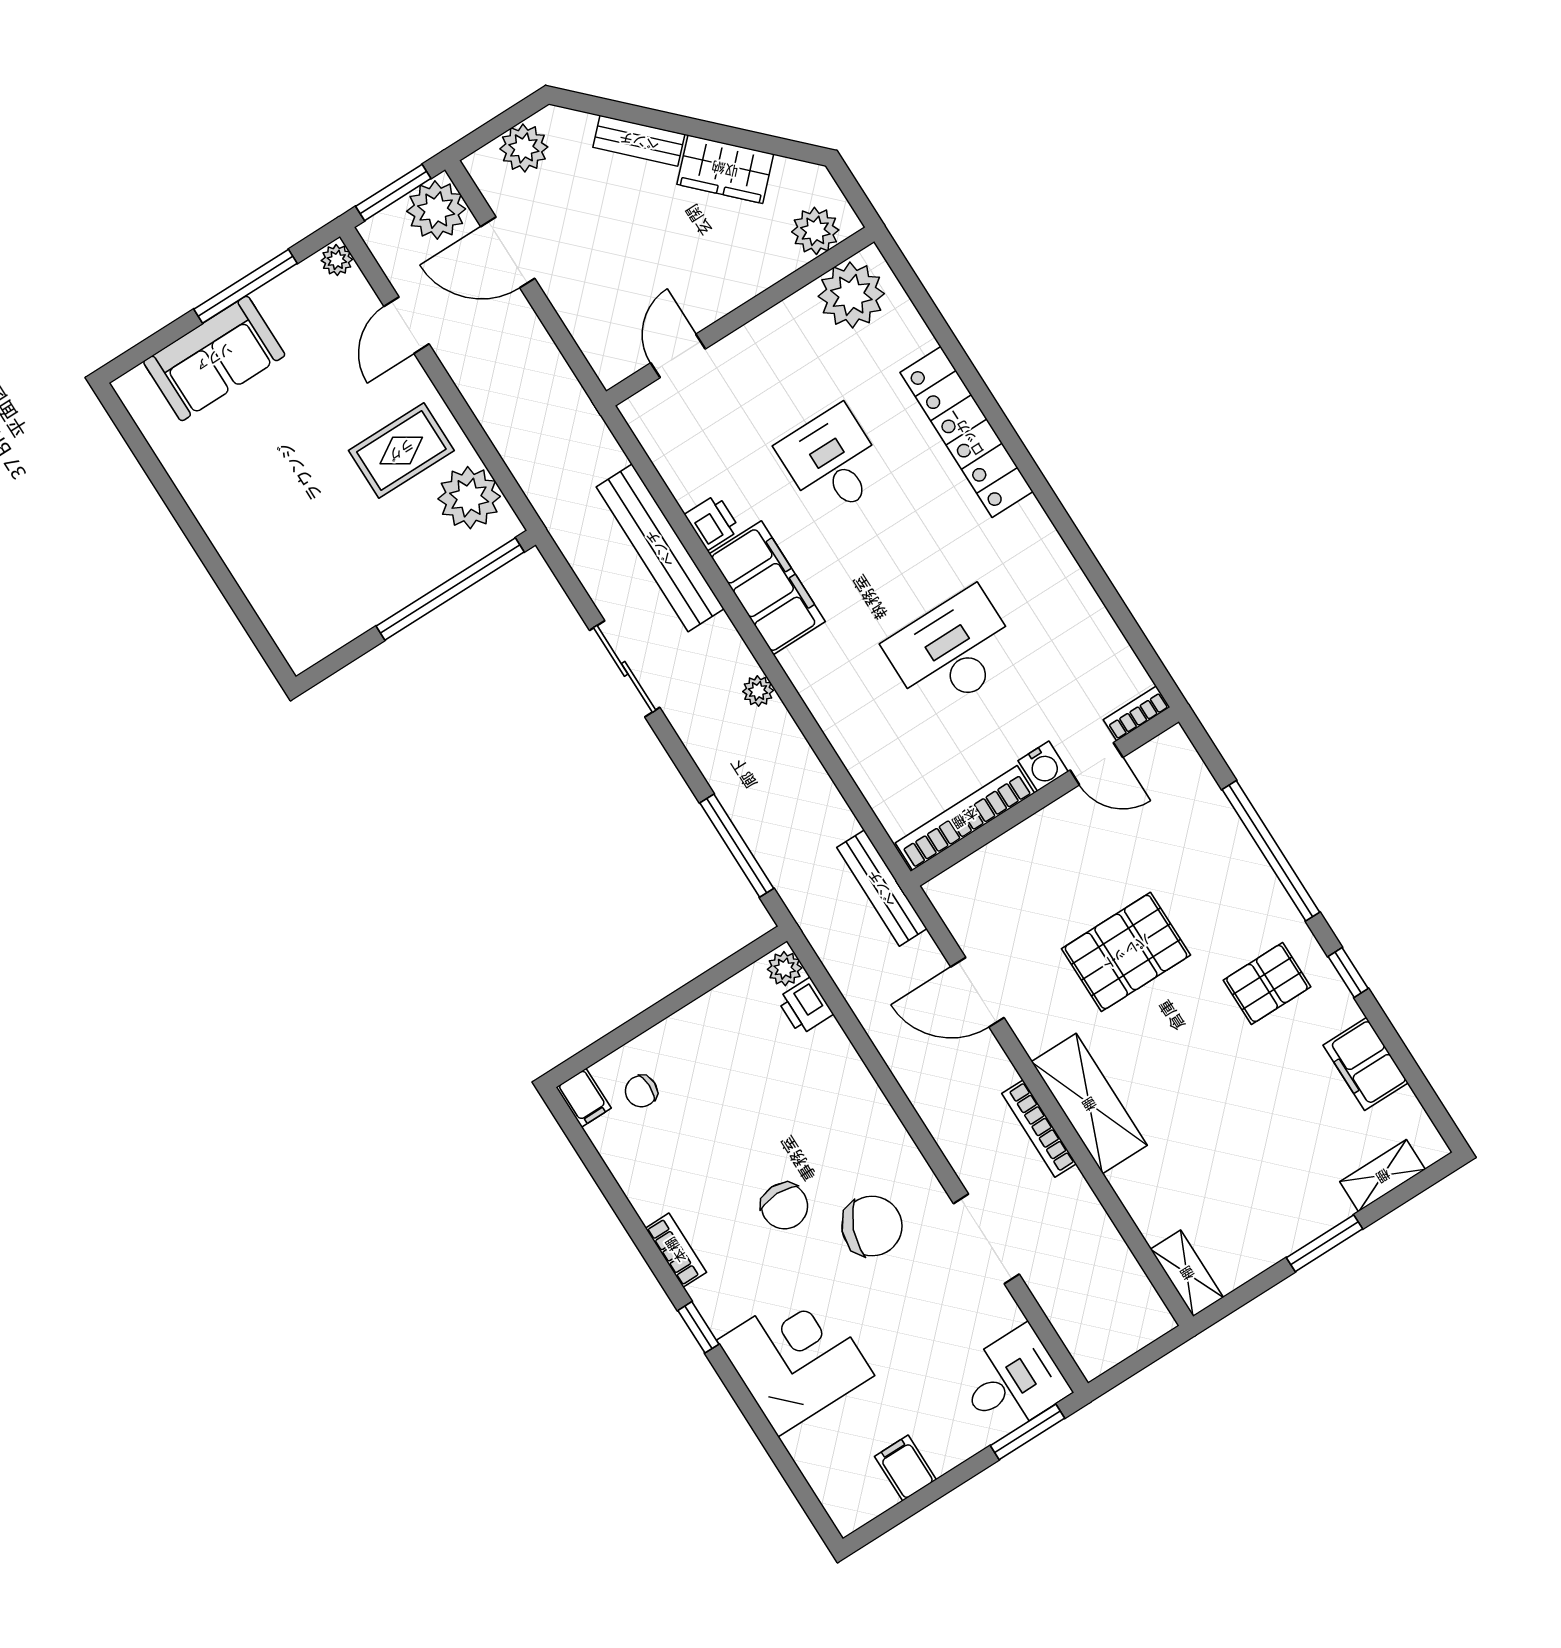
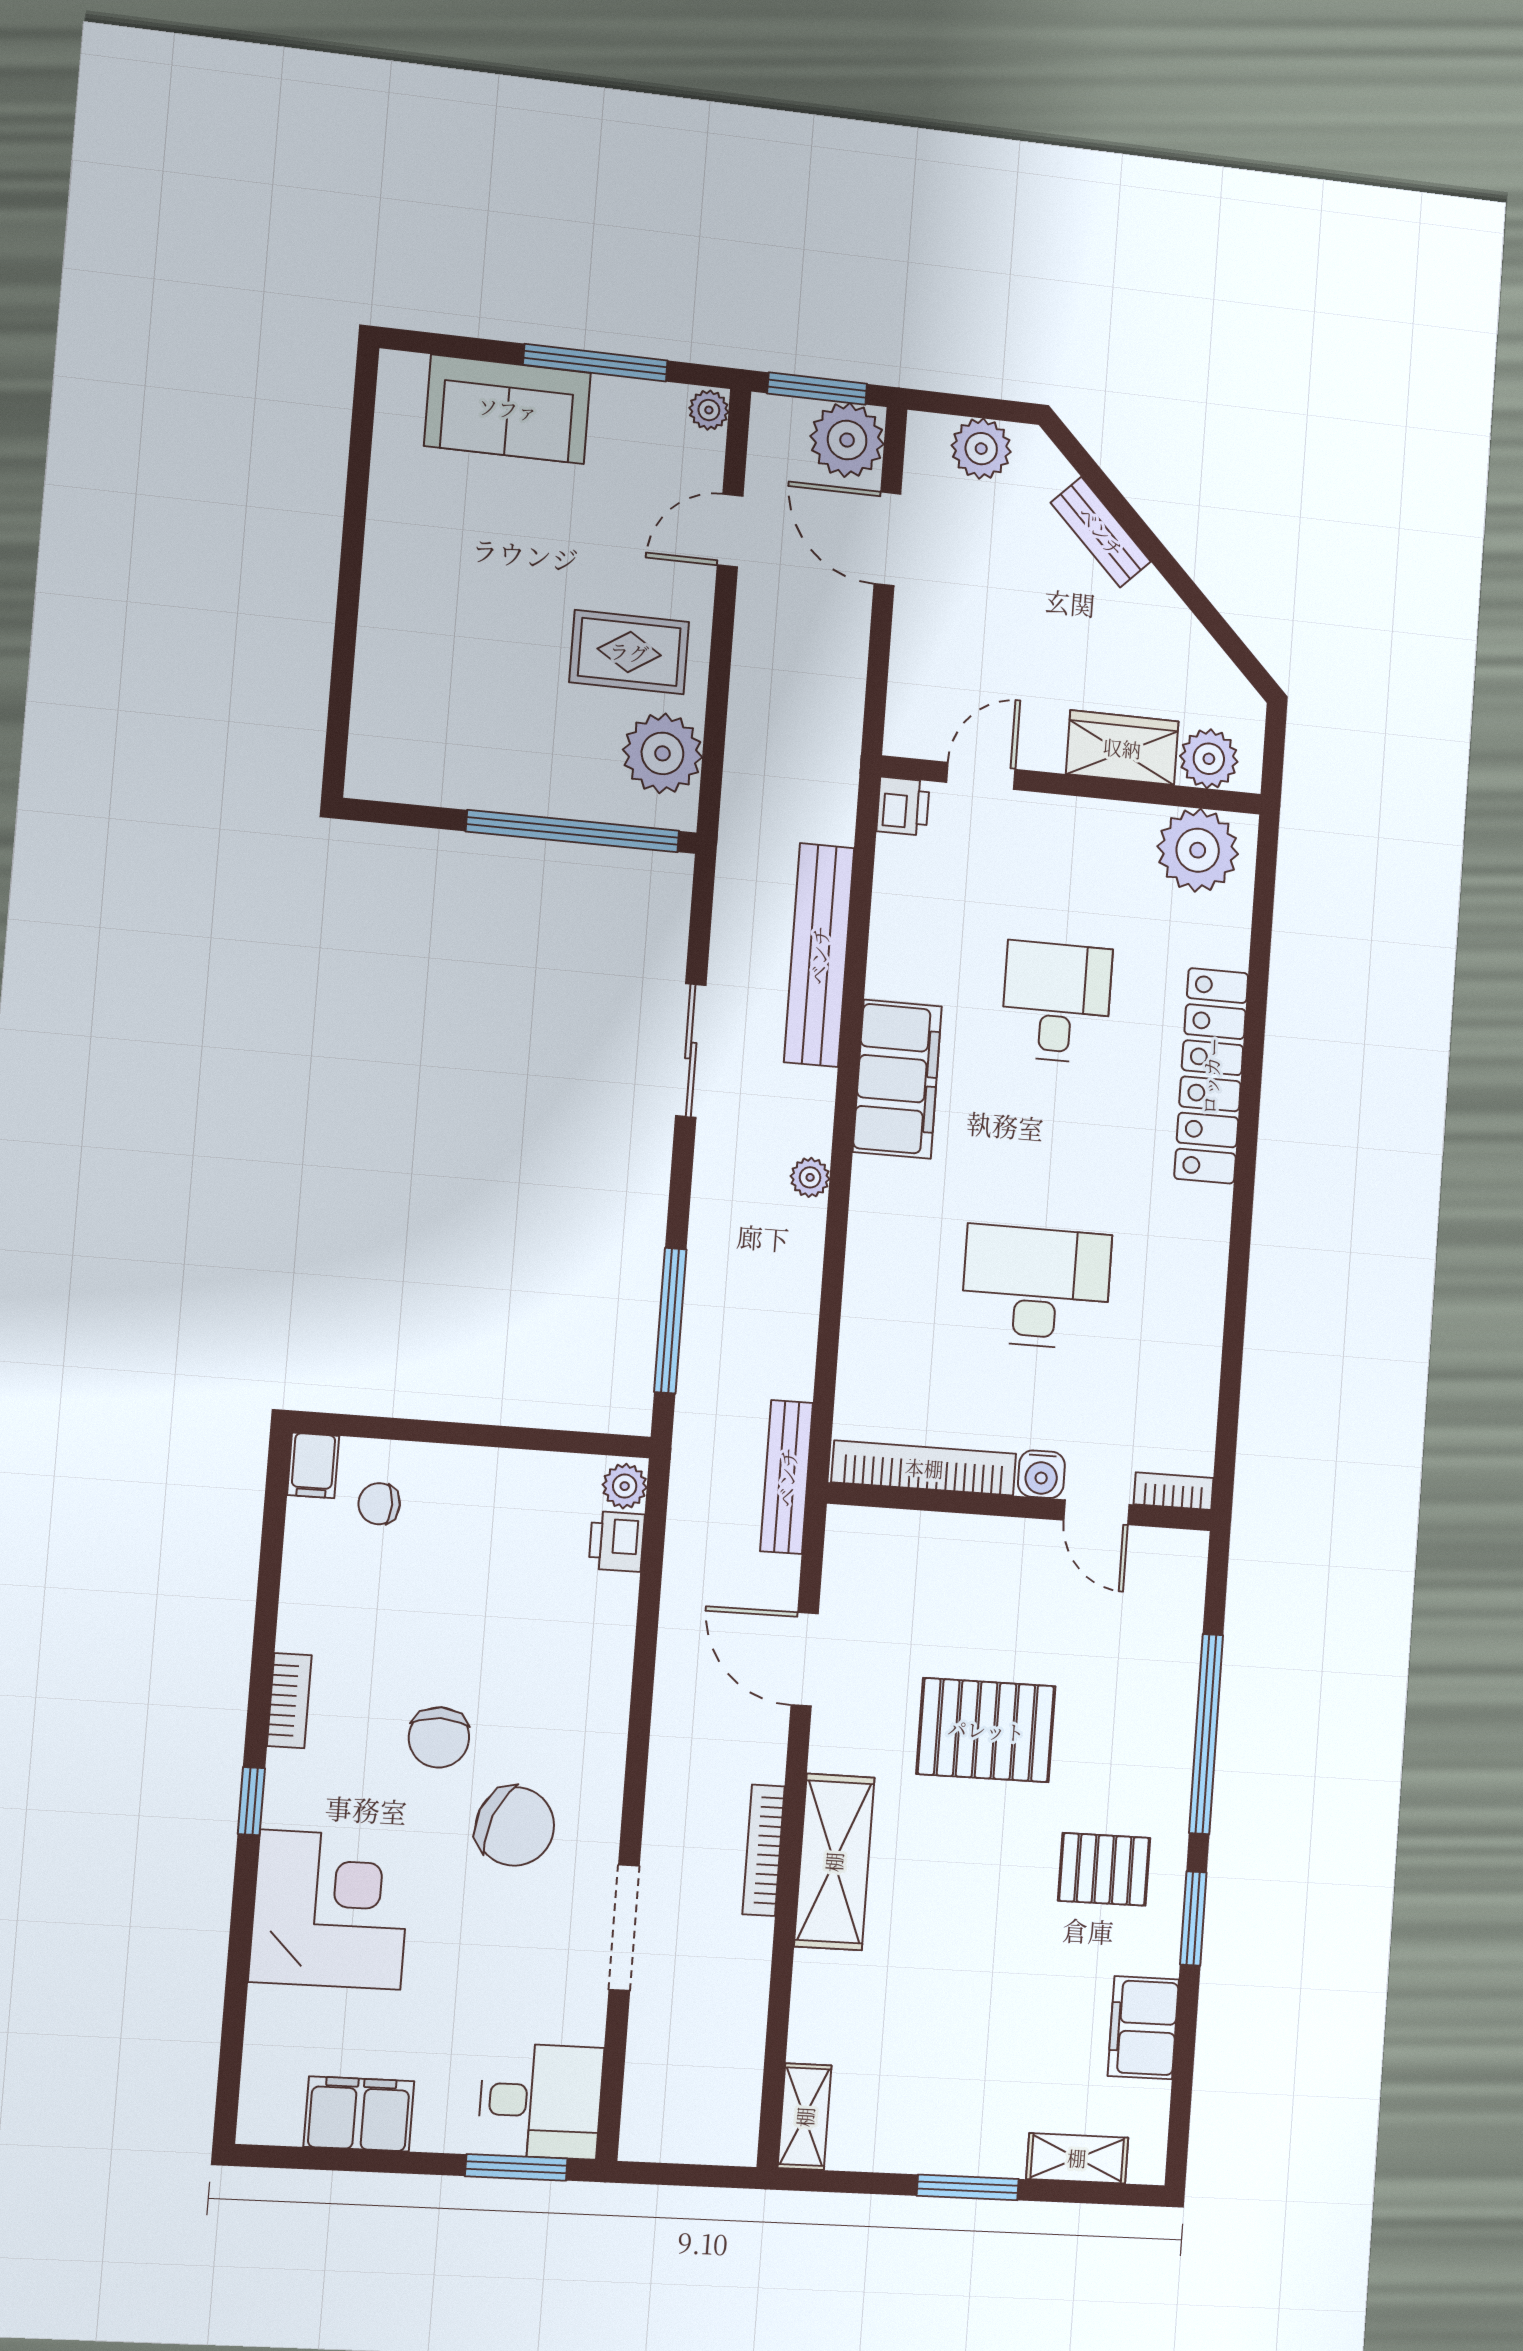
wardrobe: (725, 169) -> (1122, 748), moved, turned 135
printer: (712, 522) -> (903, 806), moved
window: (1348, 972) -> (1193, 1919), width x1.50
filing cabinet: (905, 1468) -> (359, 2114), width x2.00

